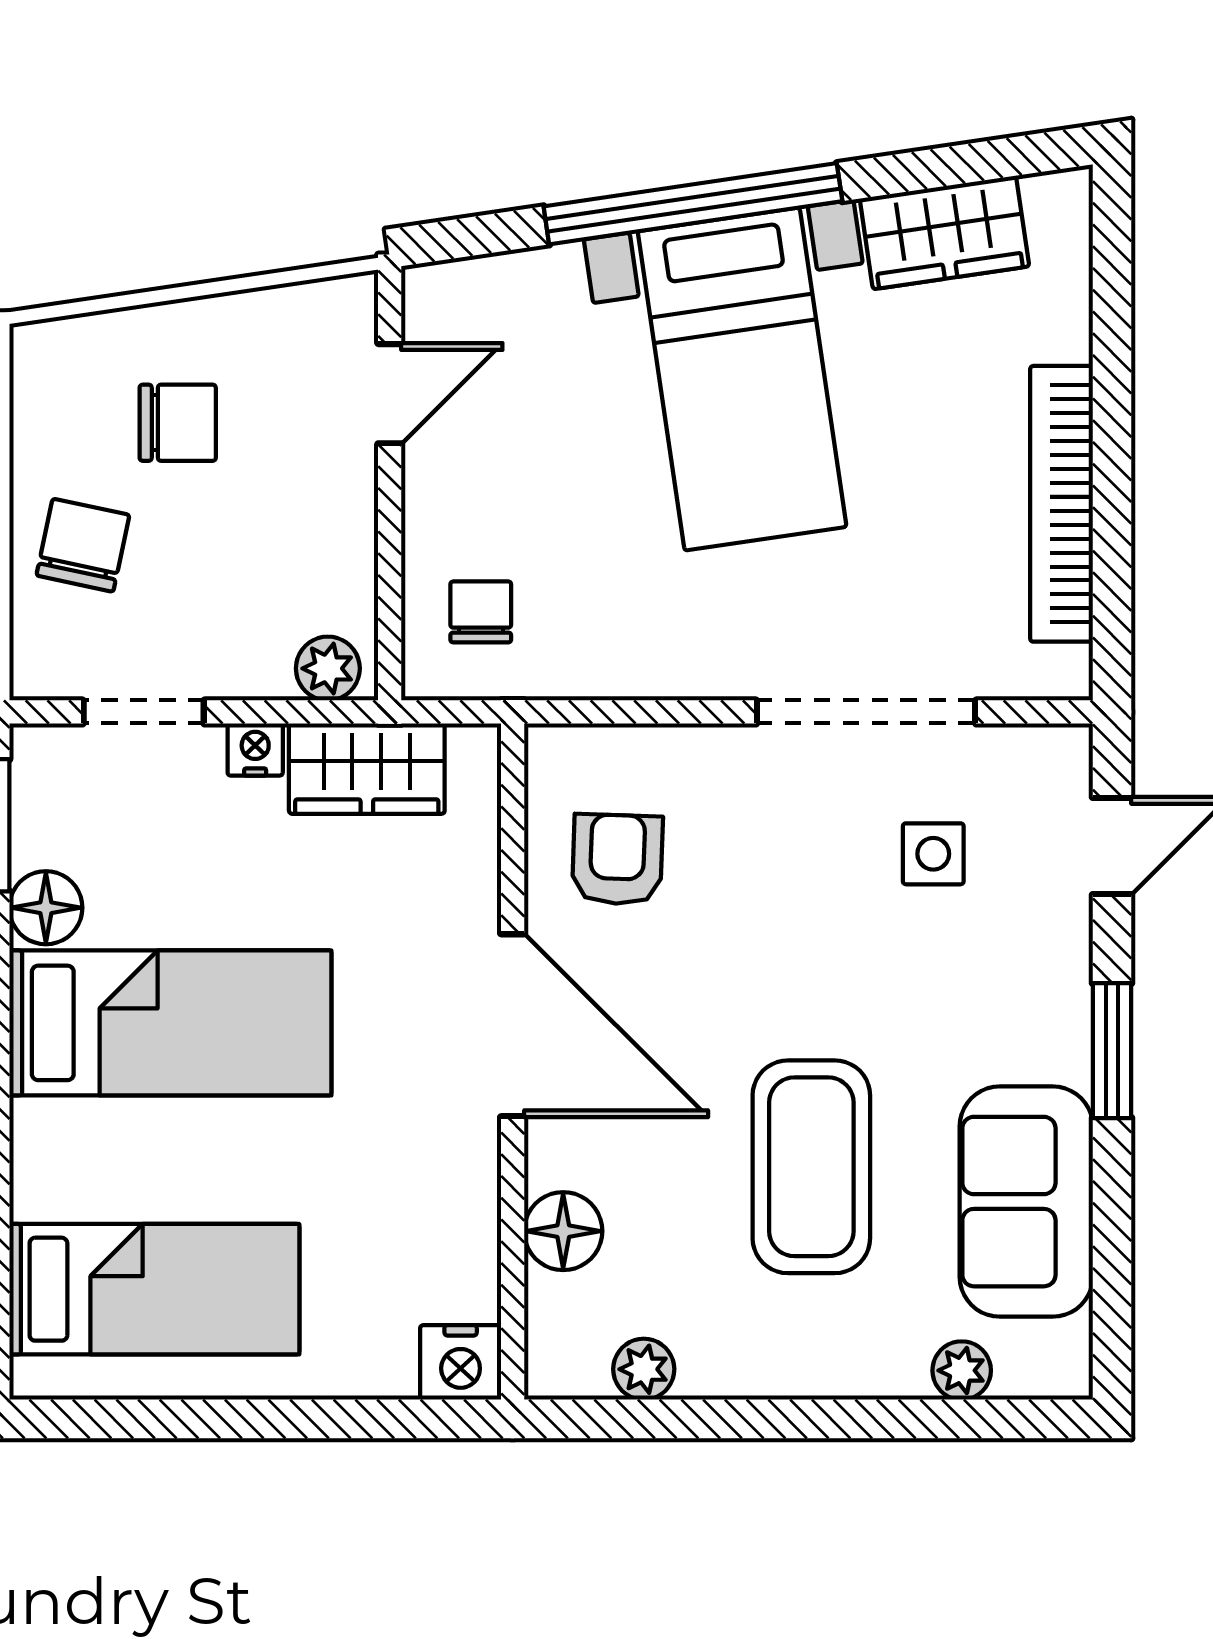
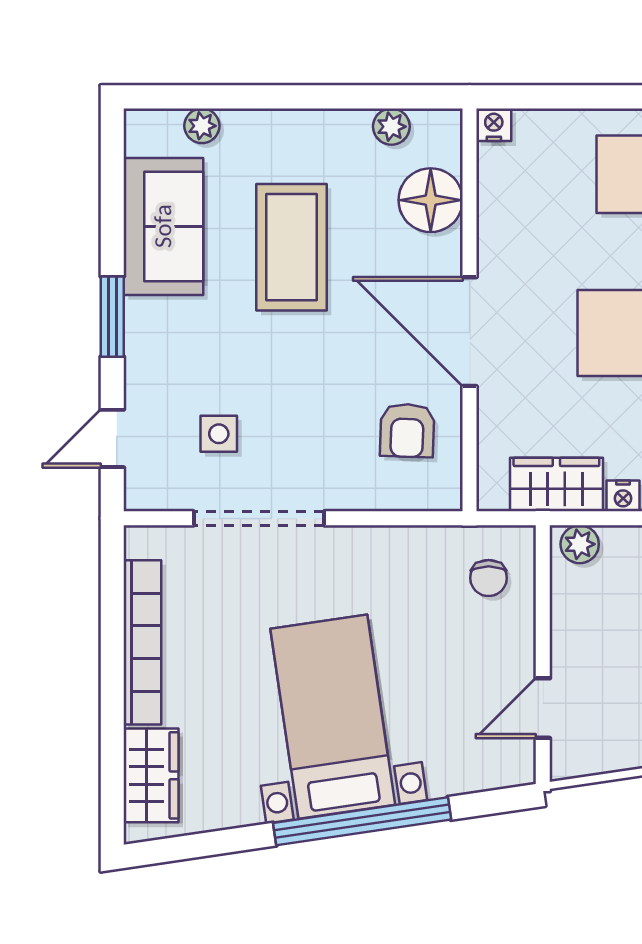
wardrobe: (944, 233) -> (151, 775), moved, turned 98
floor lamp: (563, 1231) -> (431, 200), width x1.38, depth x1.38
nightstand: (461, 1362) -> (494, 125), width x0.72, depth x0.74

